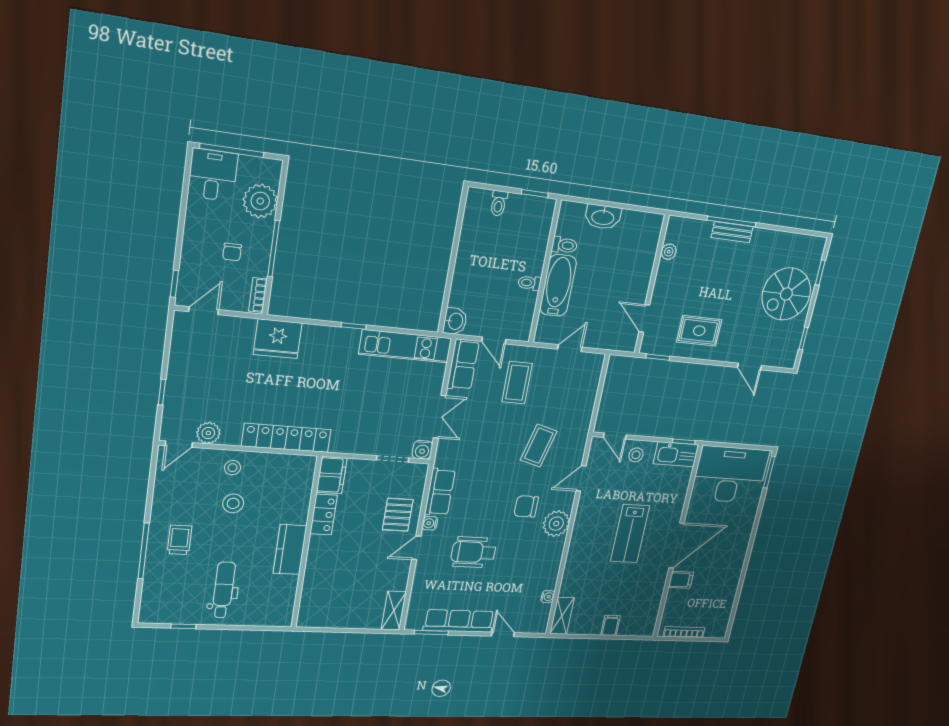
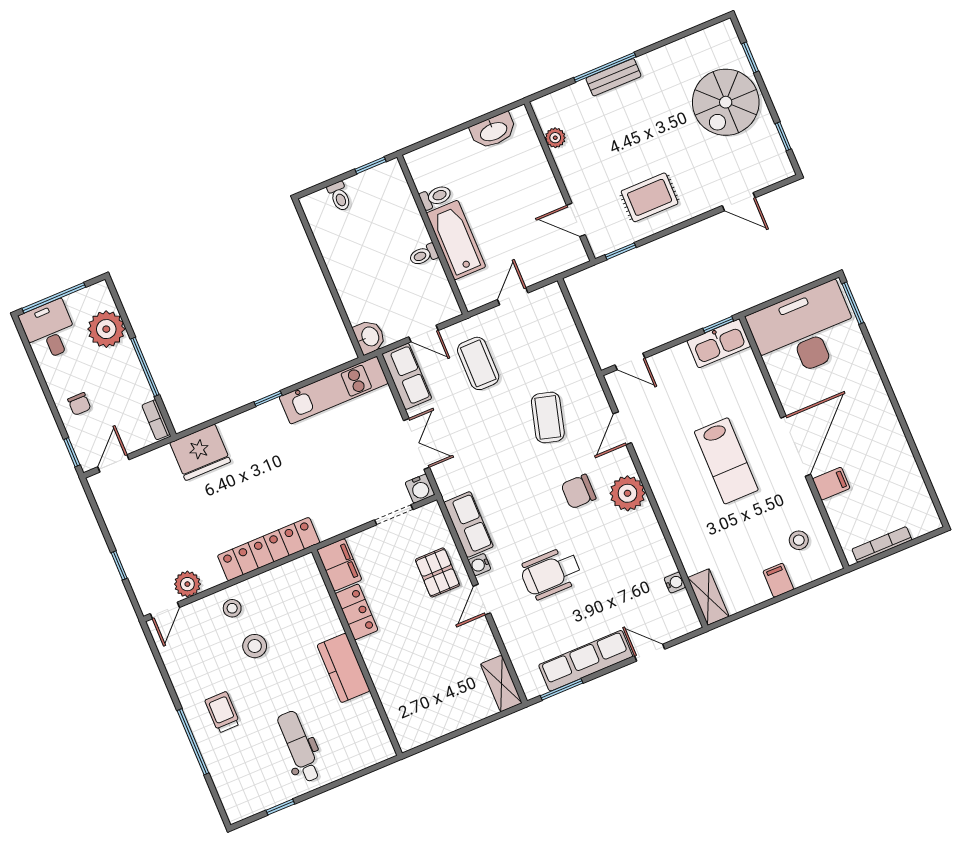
washbasin: (603, 217) -> (493, 131), moved
chair: (232, 252) -> (79, 404), moved
stool: (636, 455) -> (799, 540), moved

